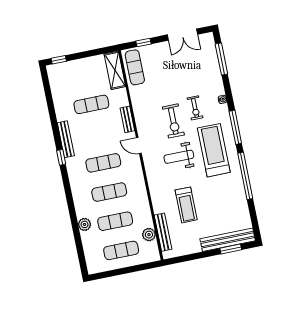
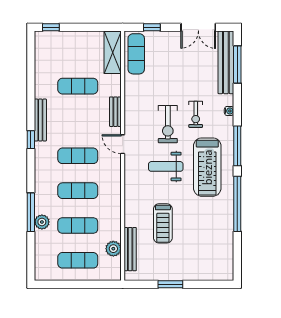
treadmill: (214, 150) -> (207, 167), turned 180
window: (74, 218) -> (31, 212), added
bench: (228, 240) -> (226, 62), moved, turned 90
window: (231, 249) -> (170, 284), moved

